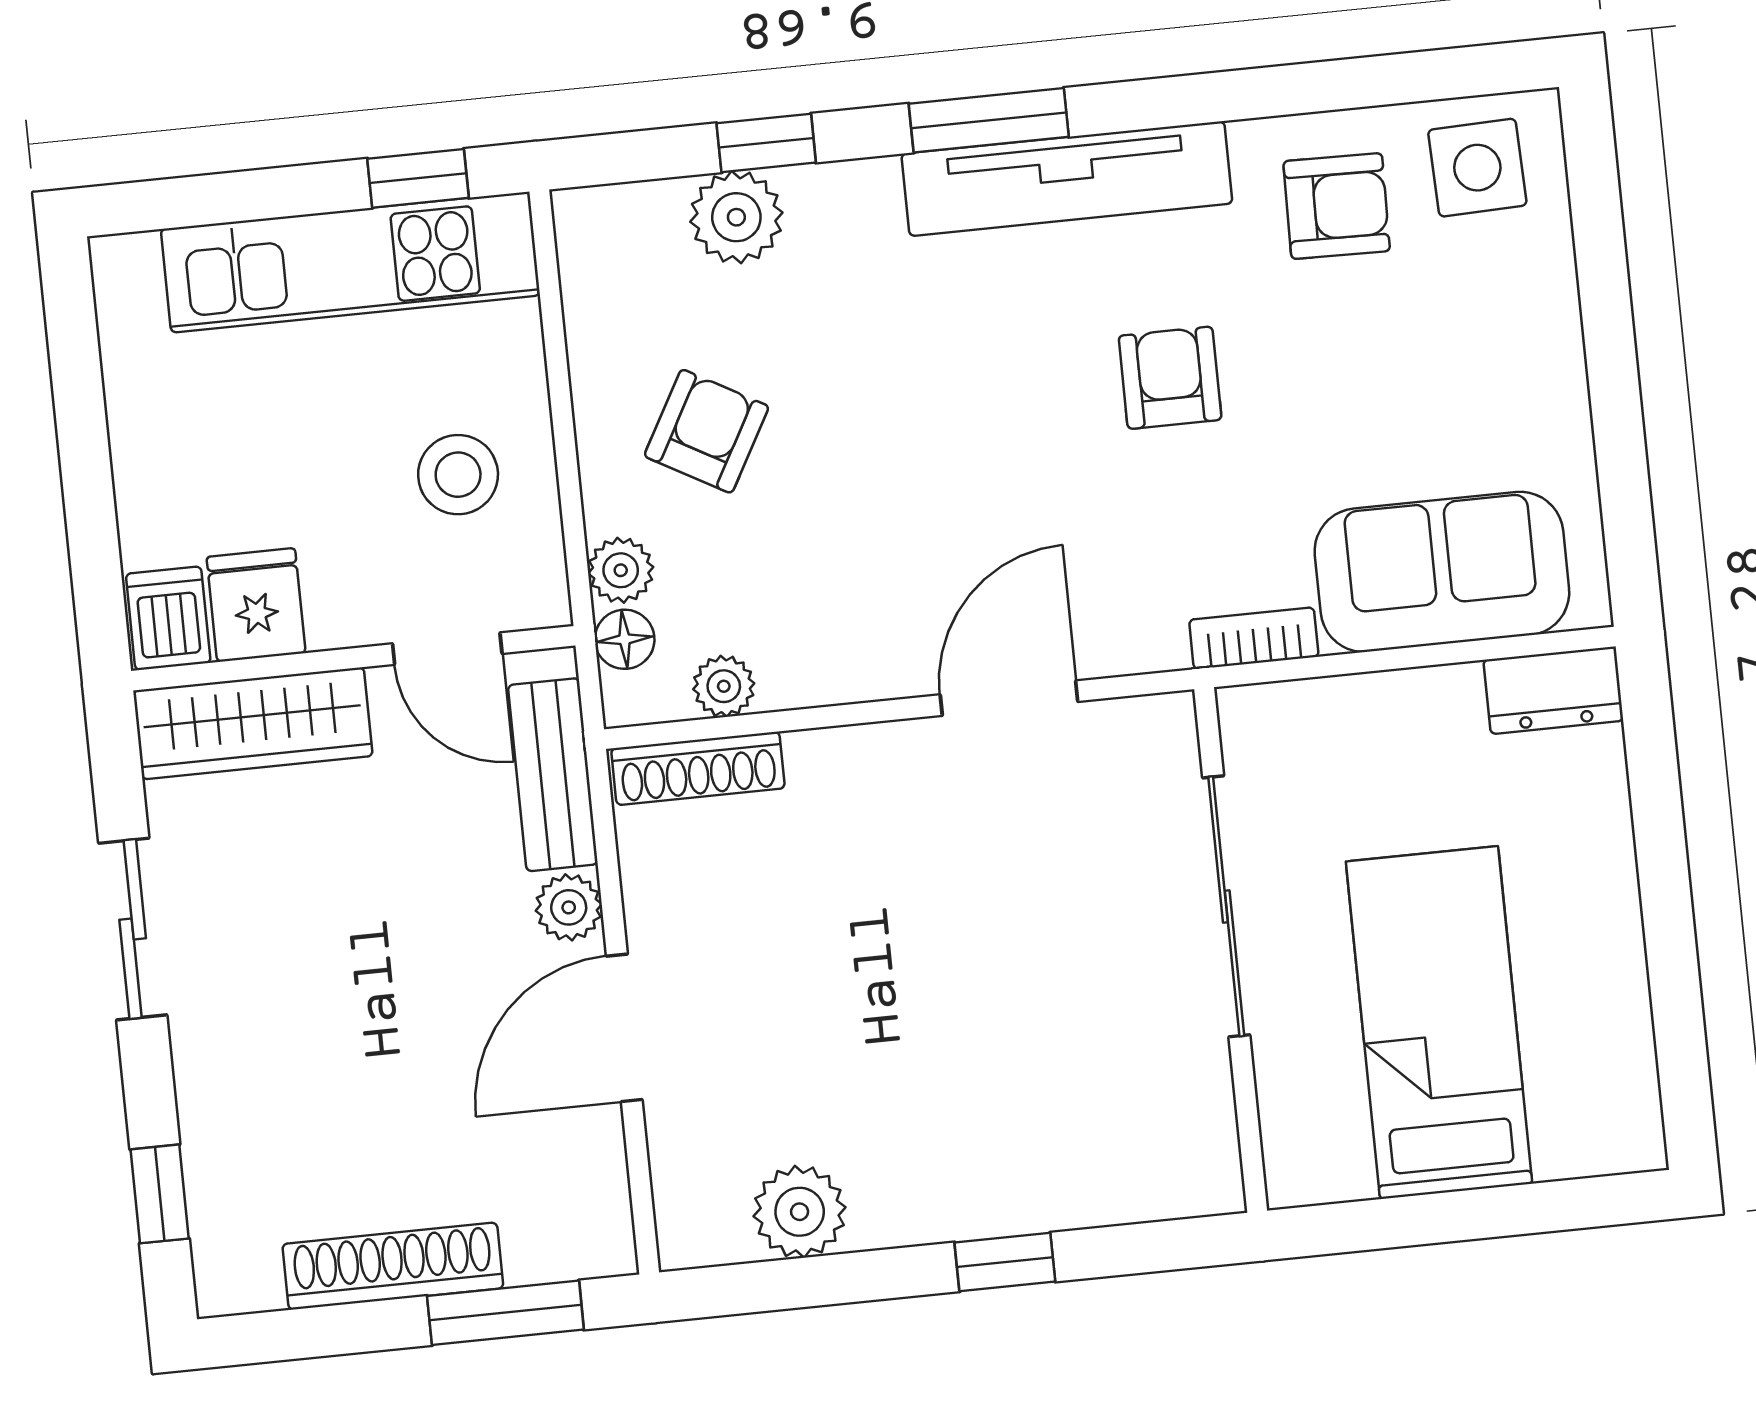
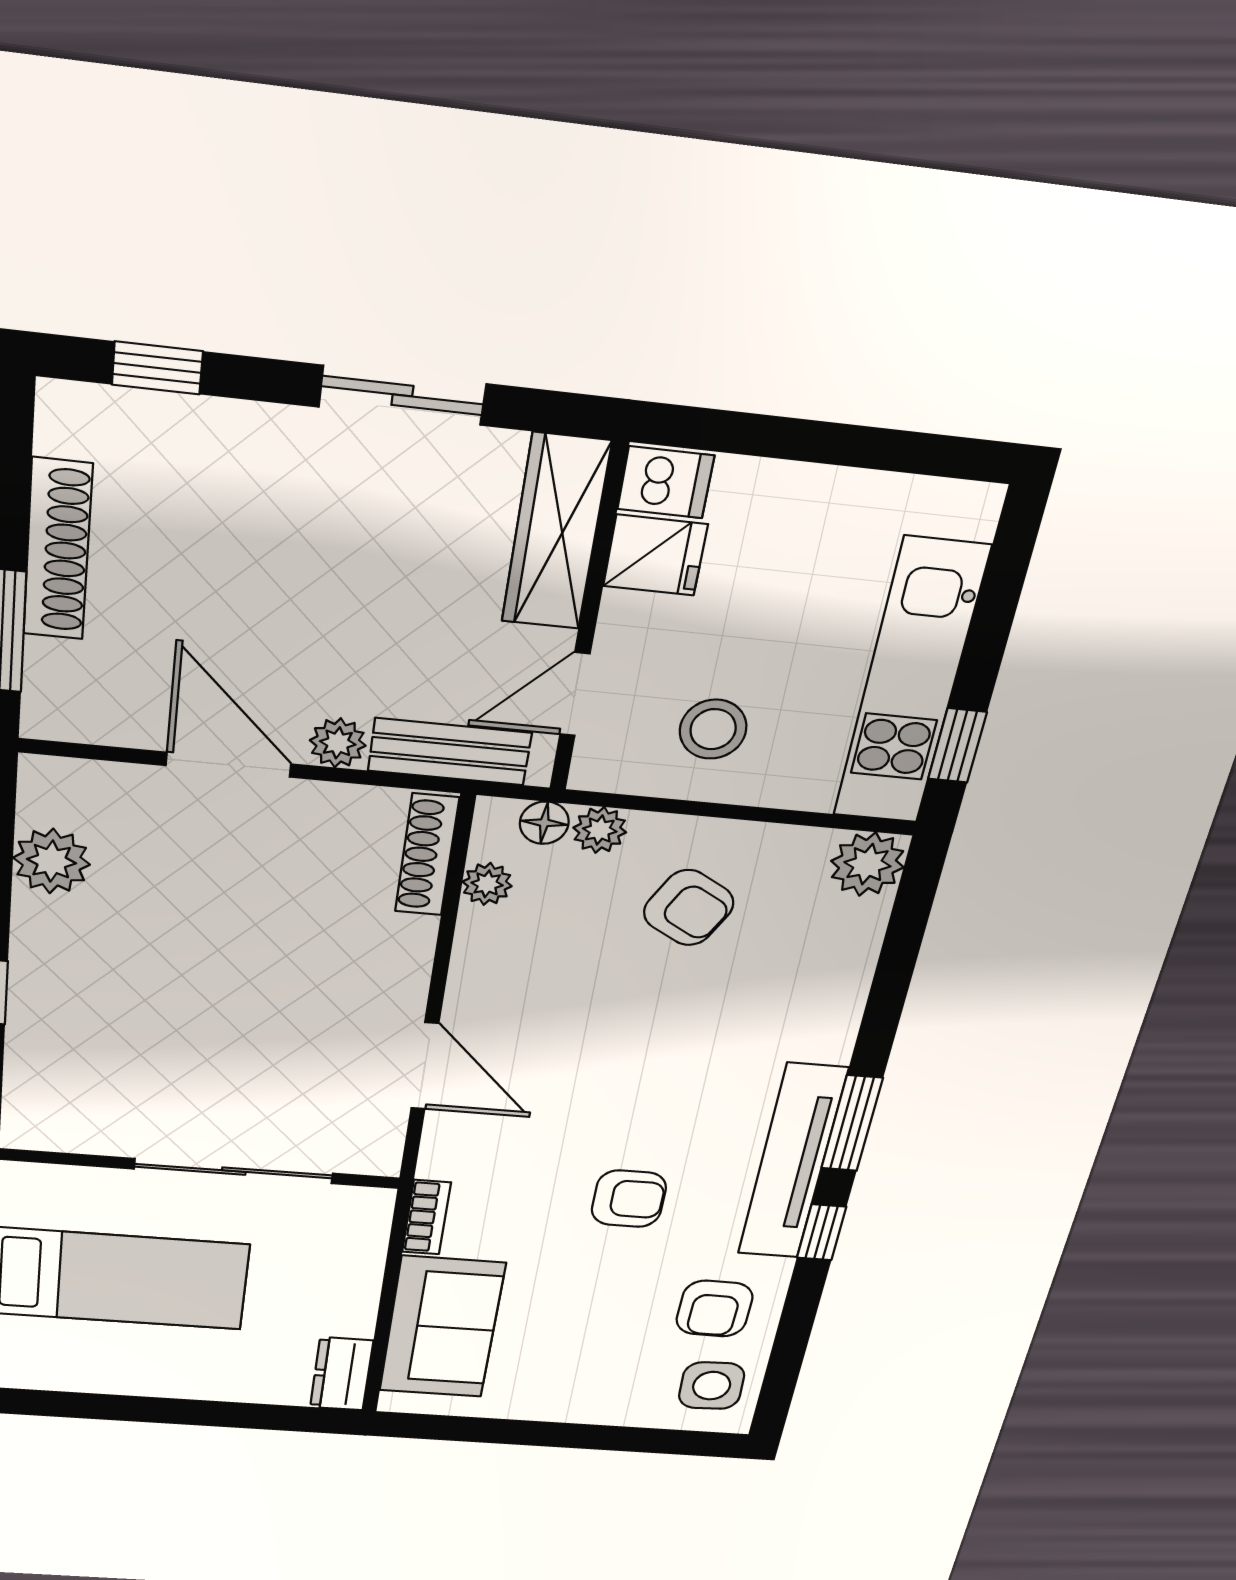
window: (766, 143) -> (821, 1232), moved
plant: (736, 217) -> (867, 864), moved

